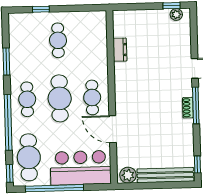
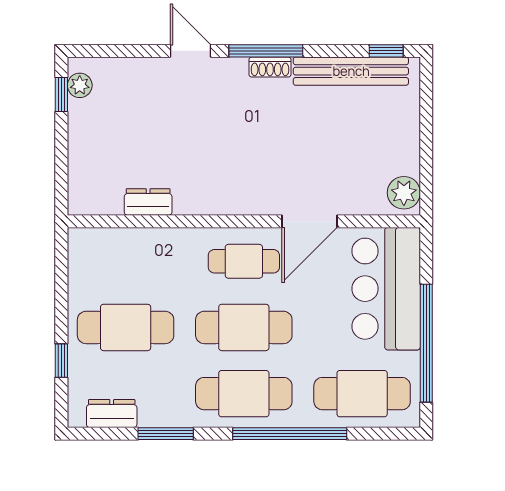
dresser: (16, 35) -> (112, 414), added
cafe table: (58, 40) -> (126, 327), width x1.37, depth x1.35
cafe table: (27, 99) -> (244, 394), width x1.37, depth x1.35
window: (10, 173) -> (394, 434), removed
bench: (165, 175) -> (351, 71), moved, turned 90

